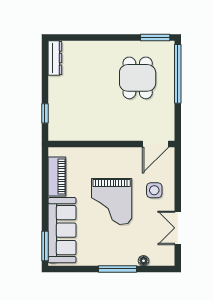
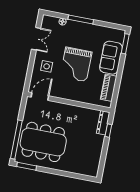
dresser: (55, 58) -> (103, 123), moved
dining table: (138, 78) -> (43, 142), width x1.88, depth x1.24
grand piano: (112, 202) -> (76, 64), turned 180
sofa: (62, 230) -> (111, 58), width x0.73

